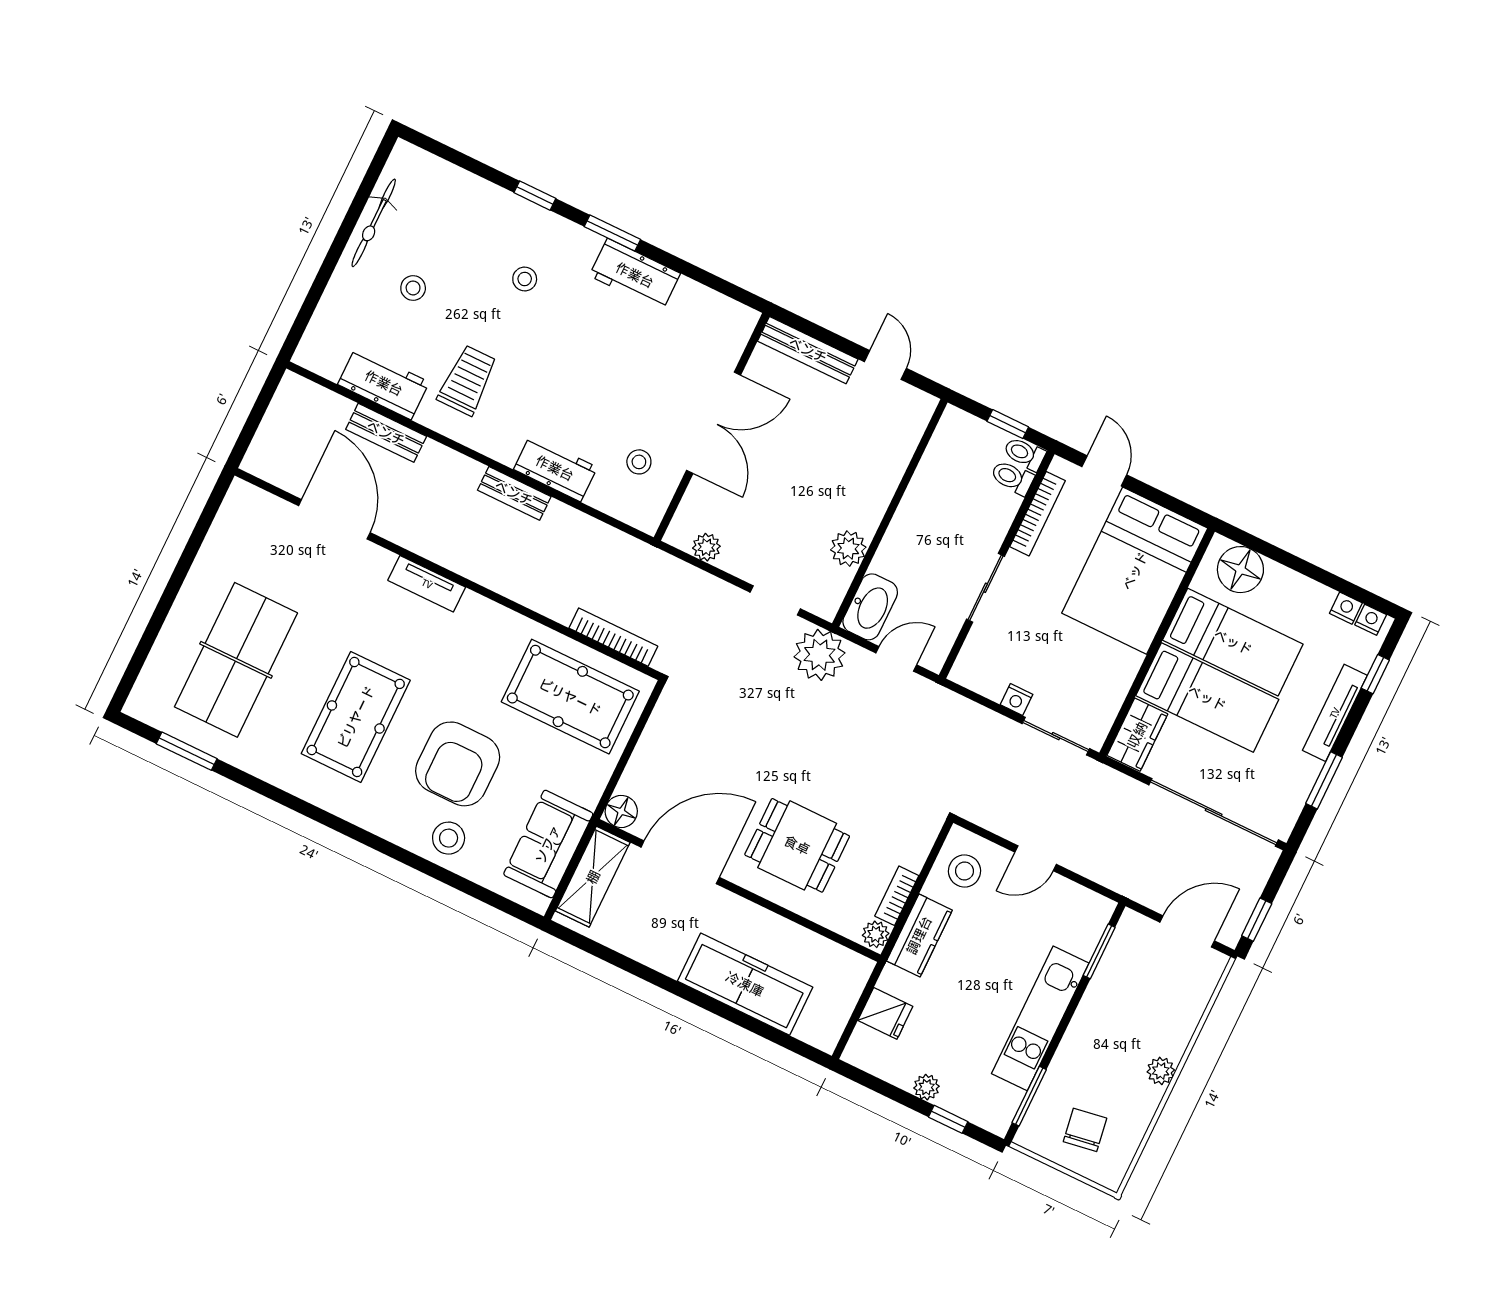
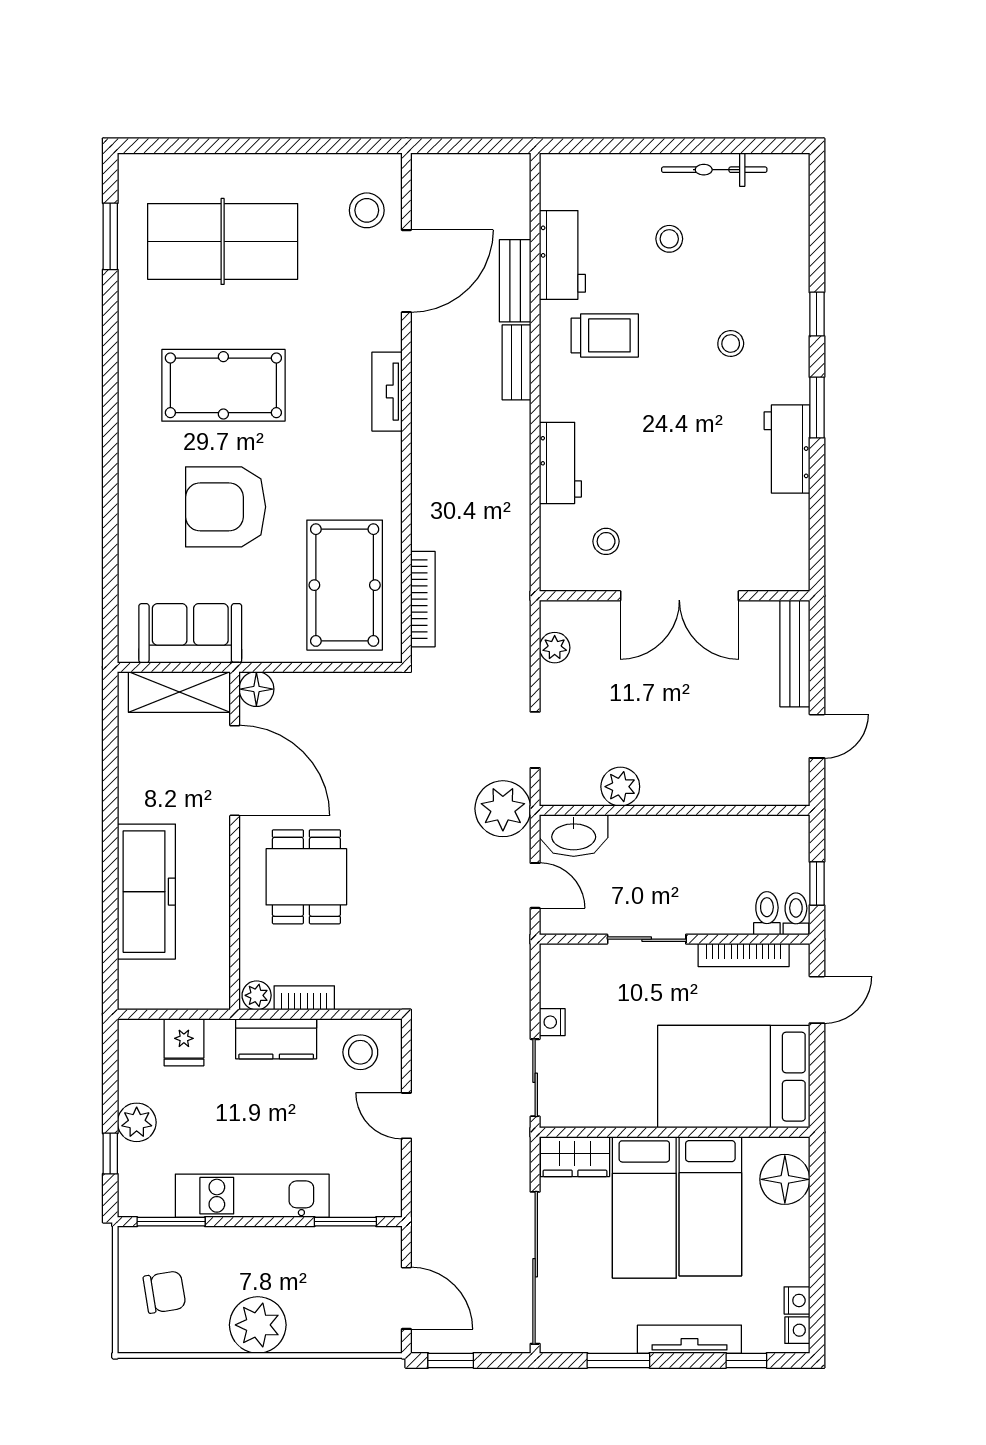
bench: (514, 493) -> (516, 362), moved
stool: (449, 838) -> (367, 210), moved
plant: (1161, 1071) -> (258, 1325), width x1.87, depth x1.87
plant: (926, 1087) -> (137, 1122), width x1.38, depth x1.38

